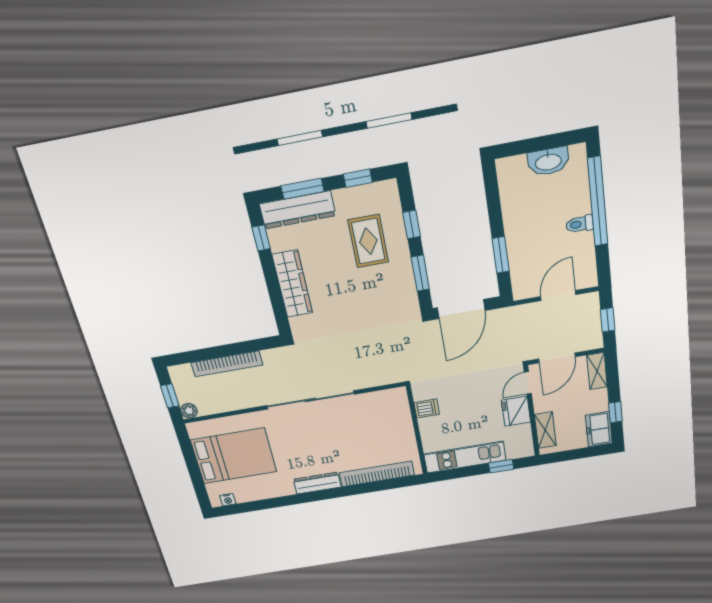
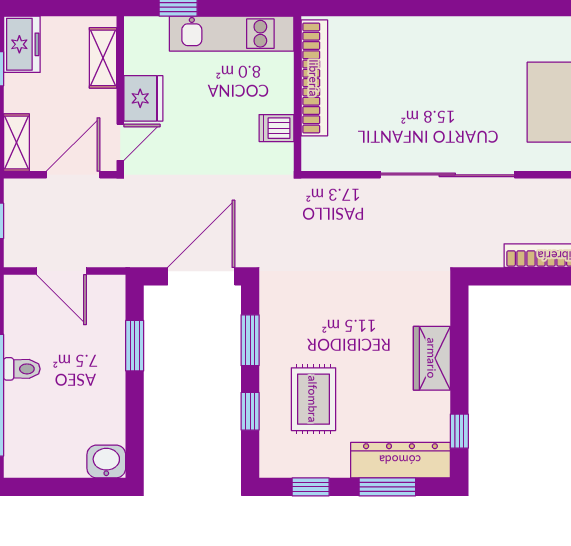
washbasin: (548, 161) -> (106, 461), moved, width x0.72
wardrobe: (292, 284) -> (432, 358), width x0.67
door: (558, 296) -> (61, 271), hinge flipped
bookcase: (377, 474) -> (314, 78), moved, turned -90
dresser: (317, 483) -> (469, 30), removed

